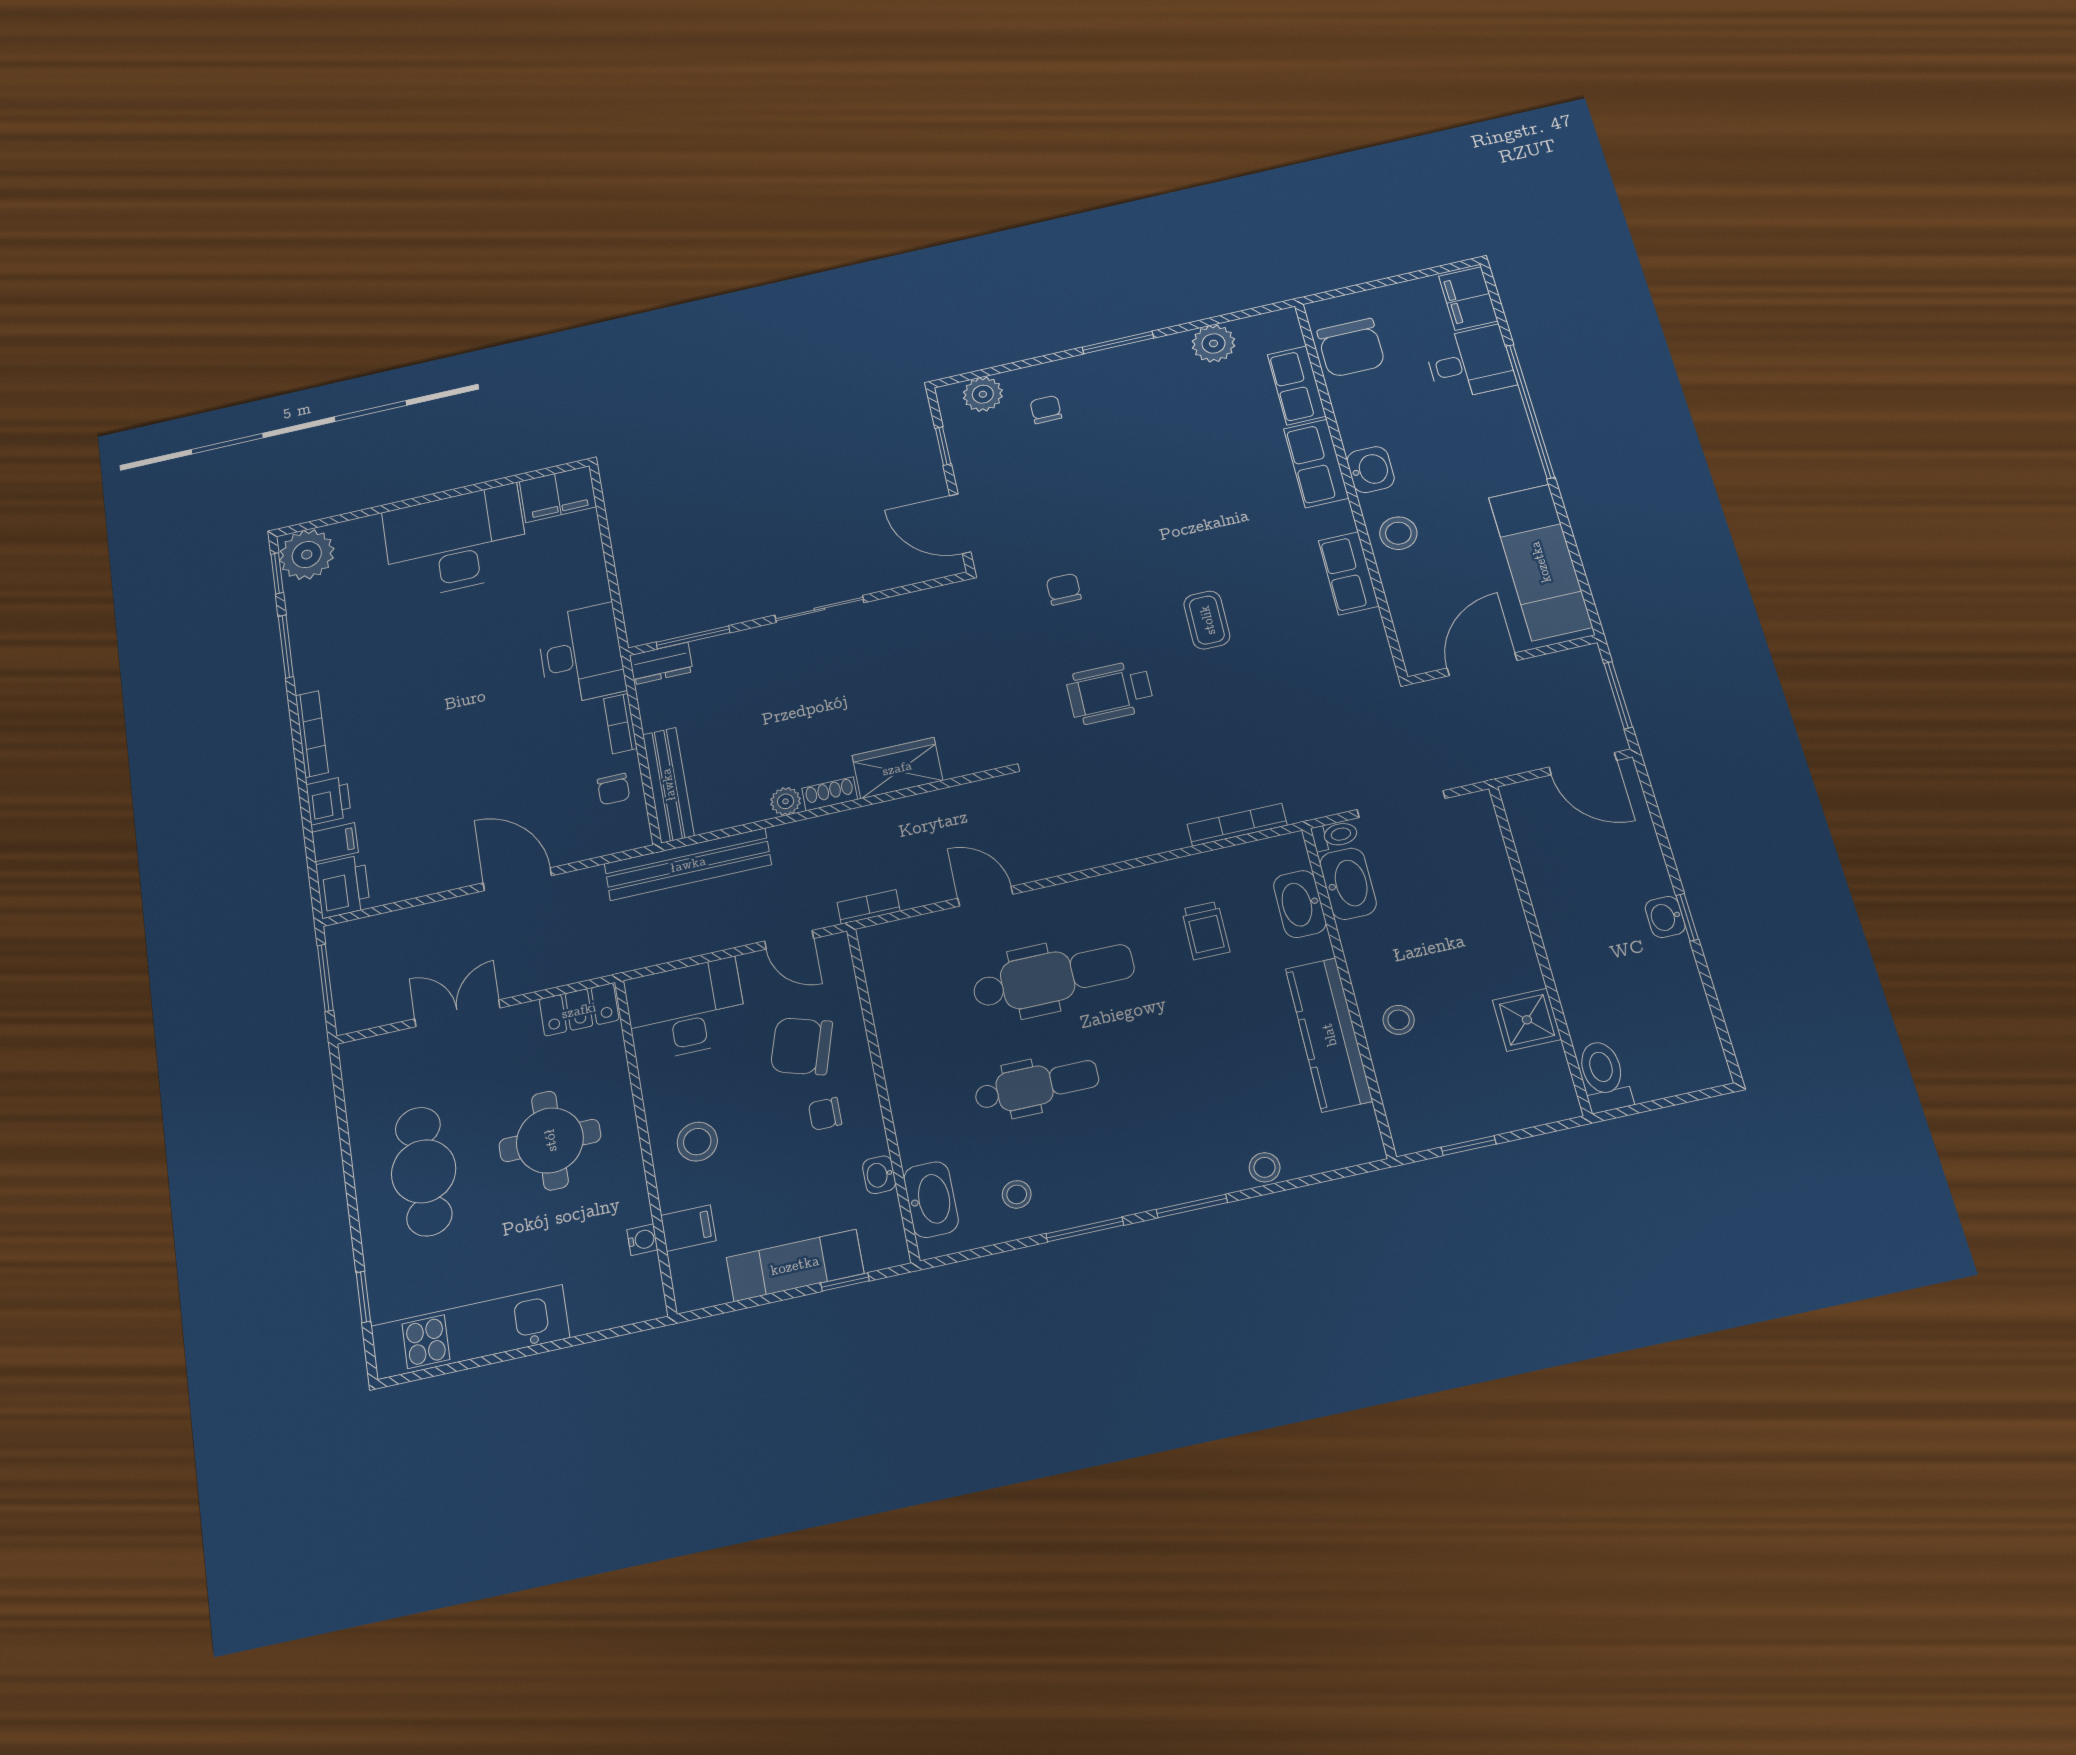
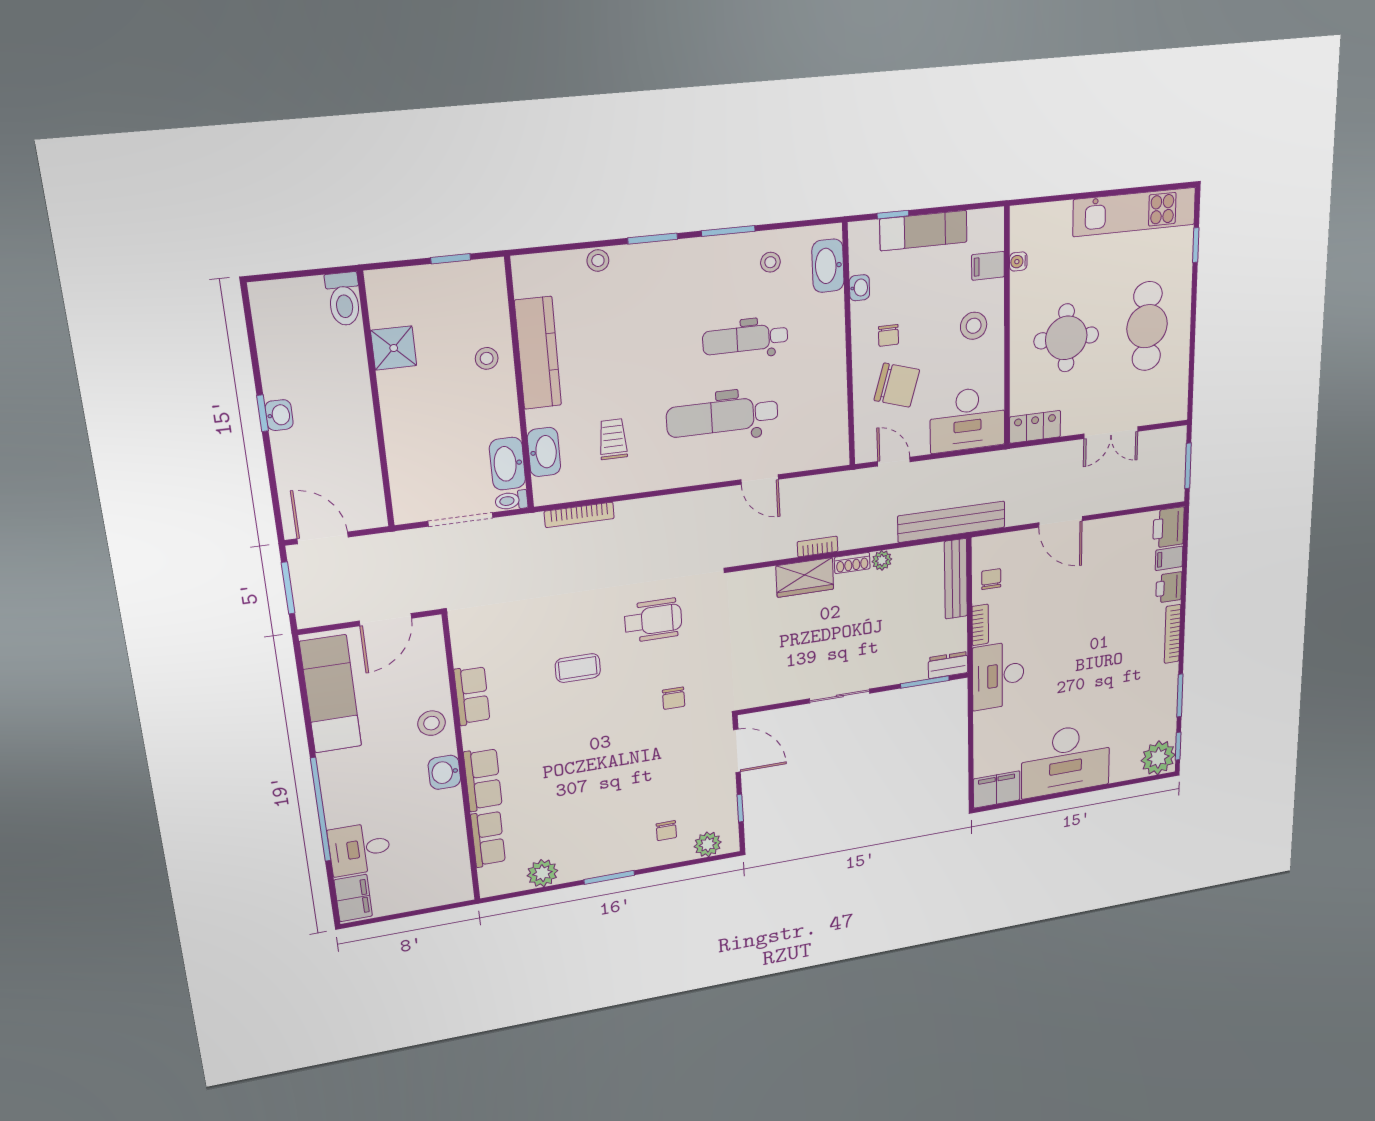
chair: (1351, 348) -> (445, 865), removed
coffee table: (1207, 620) -> (578, 668), turned 90
bookcase: (869, 907) -> (818, 547), moved, turned 180
chair: (825, 1114) -> (888, 335), turned 90

